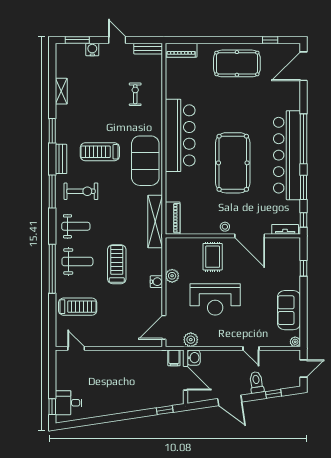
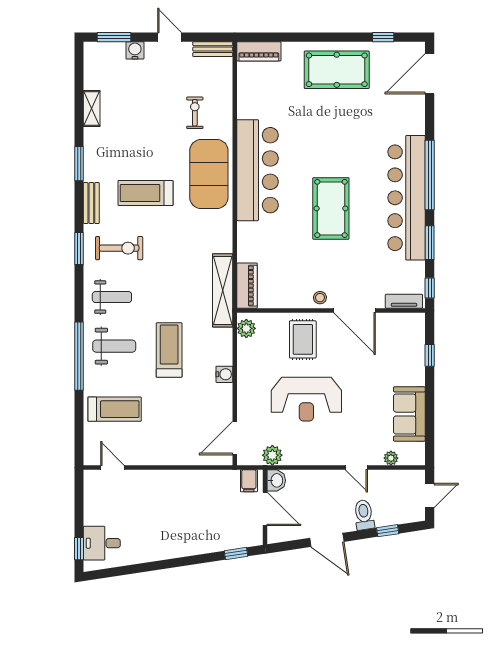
exercise mat: (145, 161) -> (209, 174), moved
pool table: (233, 163) -> (331, 208), width x0.73, depth x0.76
window: (52, 191) -> (79, 248), width x0.69
plant: (172, 276) -> (246, 328), moved
plant: (295, 342) -> (391, 458), moved

